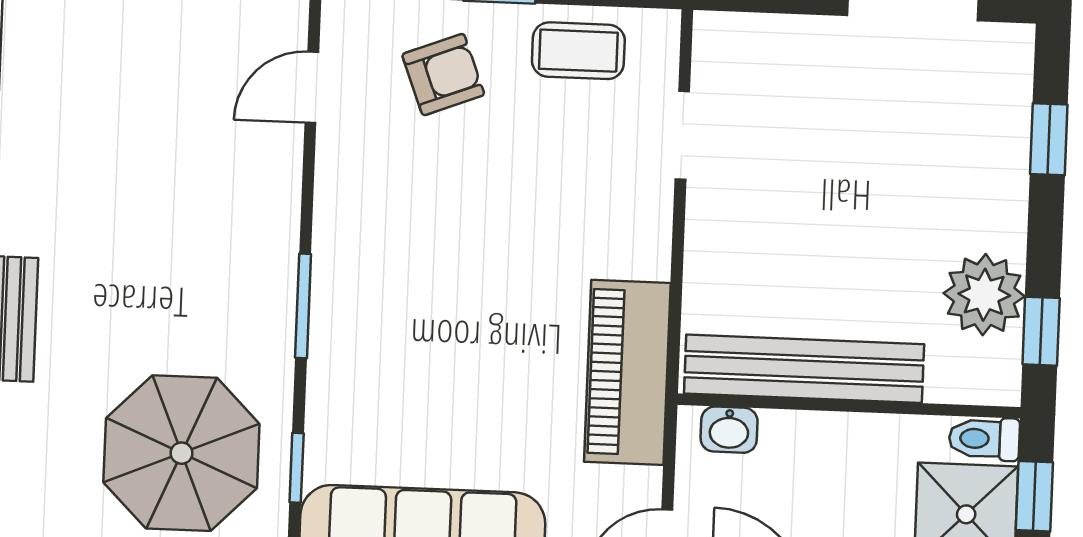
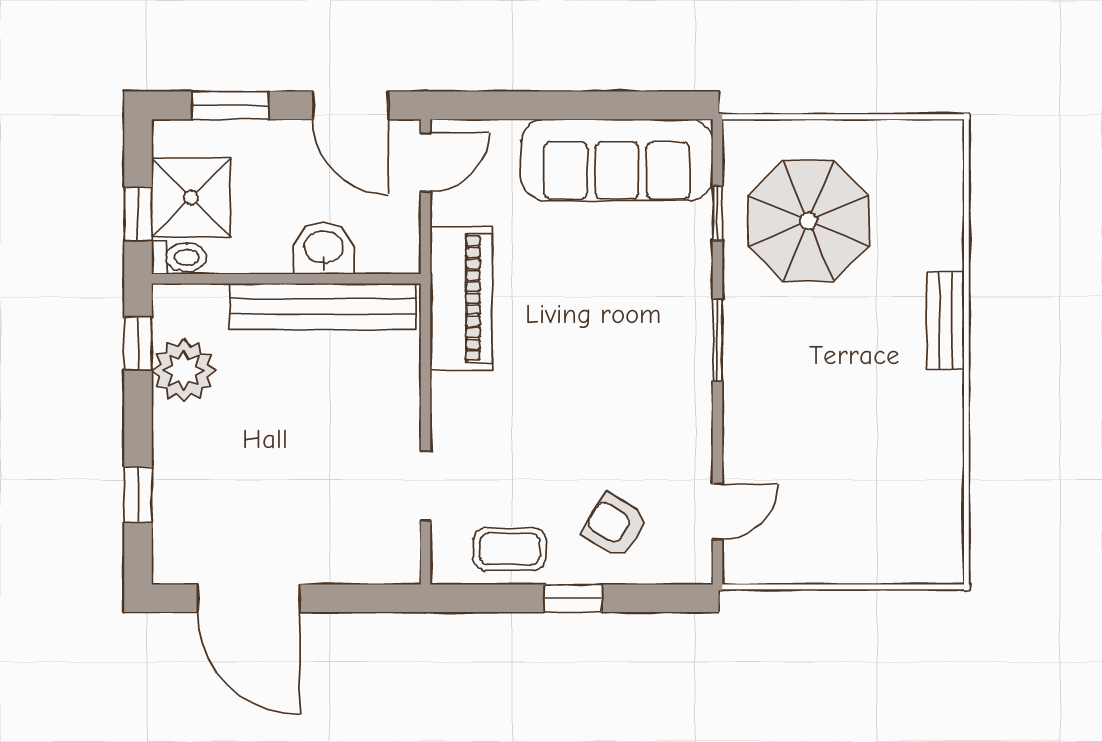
armchair: (443, 75) -> (615, 526), turned 53
washbasin: (729, 430) -> (324, 248), moved, width x1.38, depth x1.45

